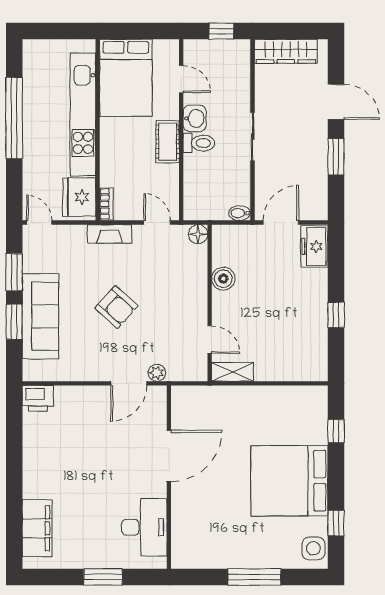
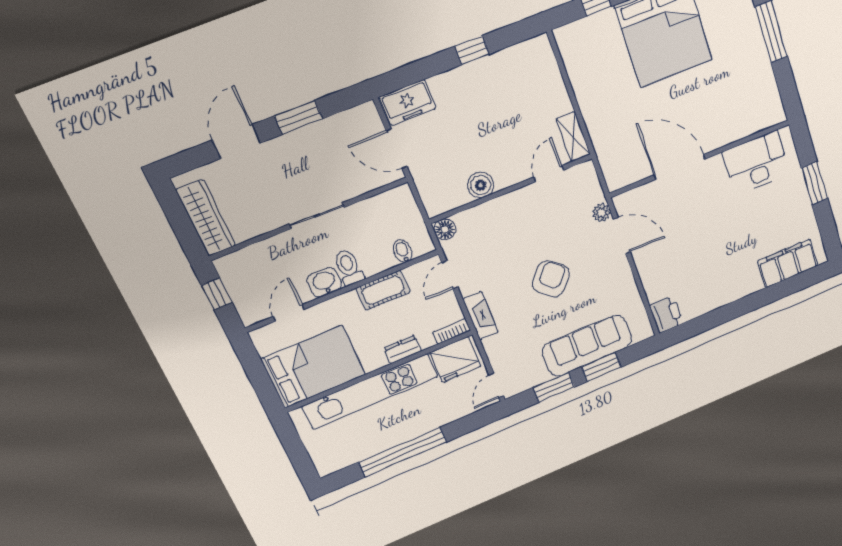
cot: (168, 142) -> (383, 290), moved
dresser: (108, 157) -> (403, 350), added
bidet: (240, 213) -> (403, 251), moved, turned 180

